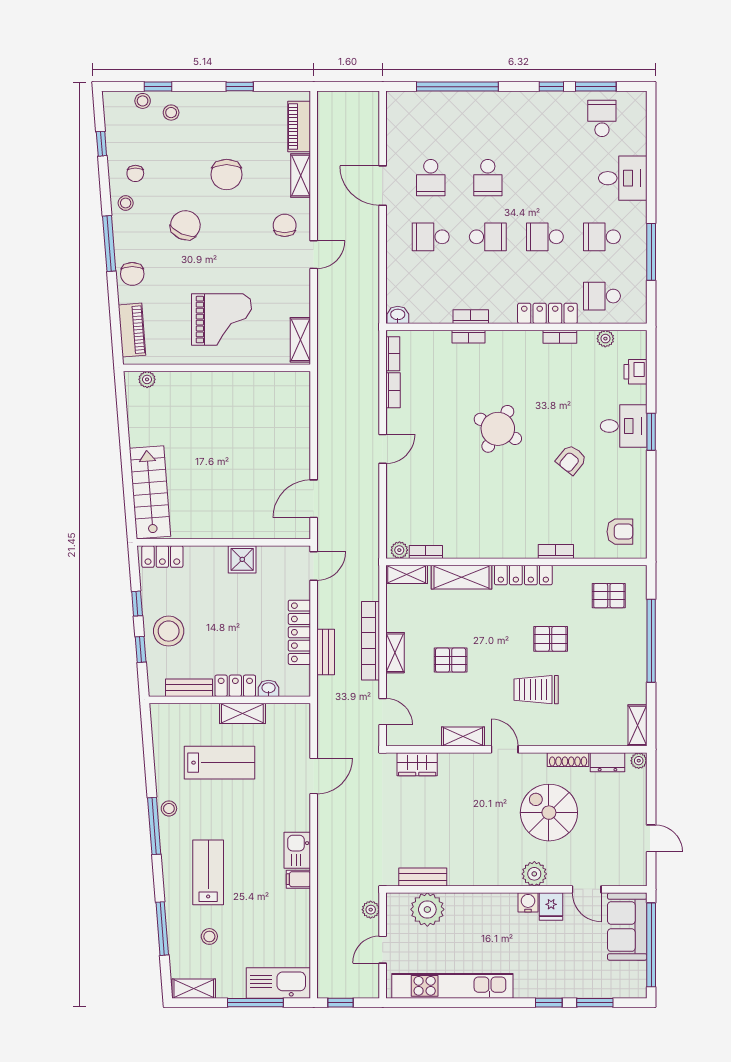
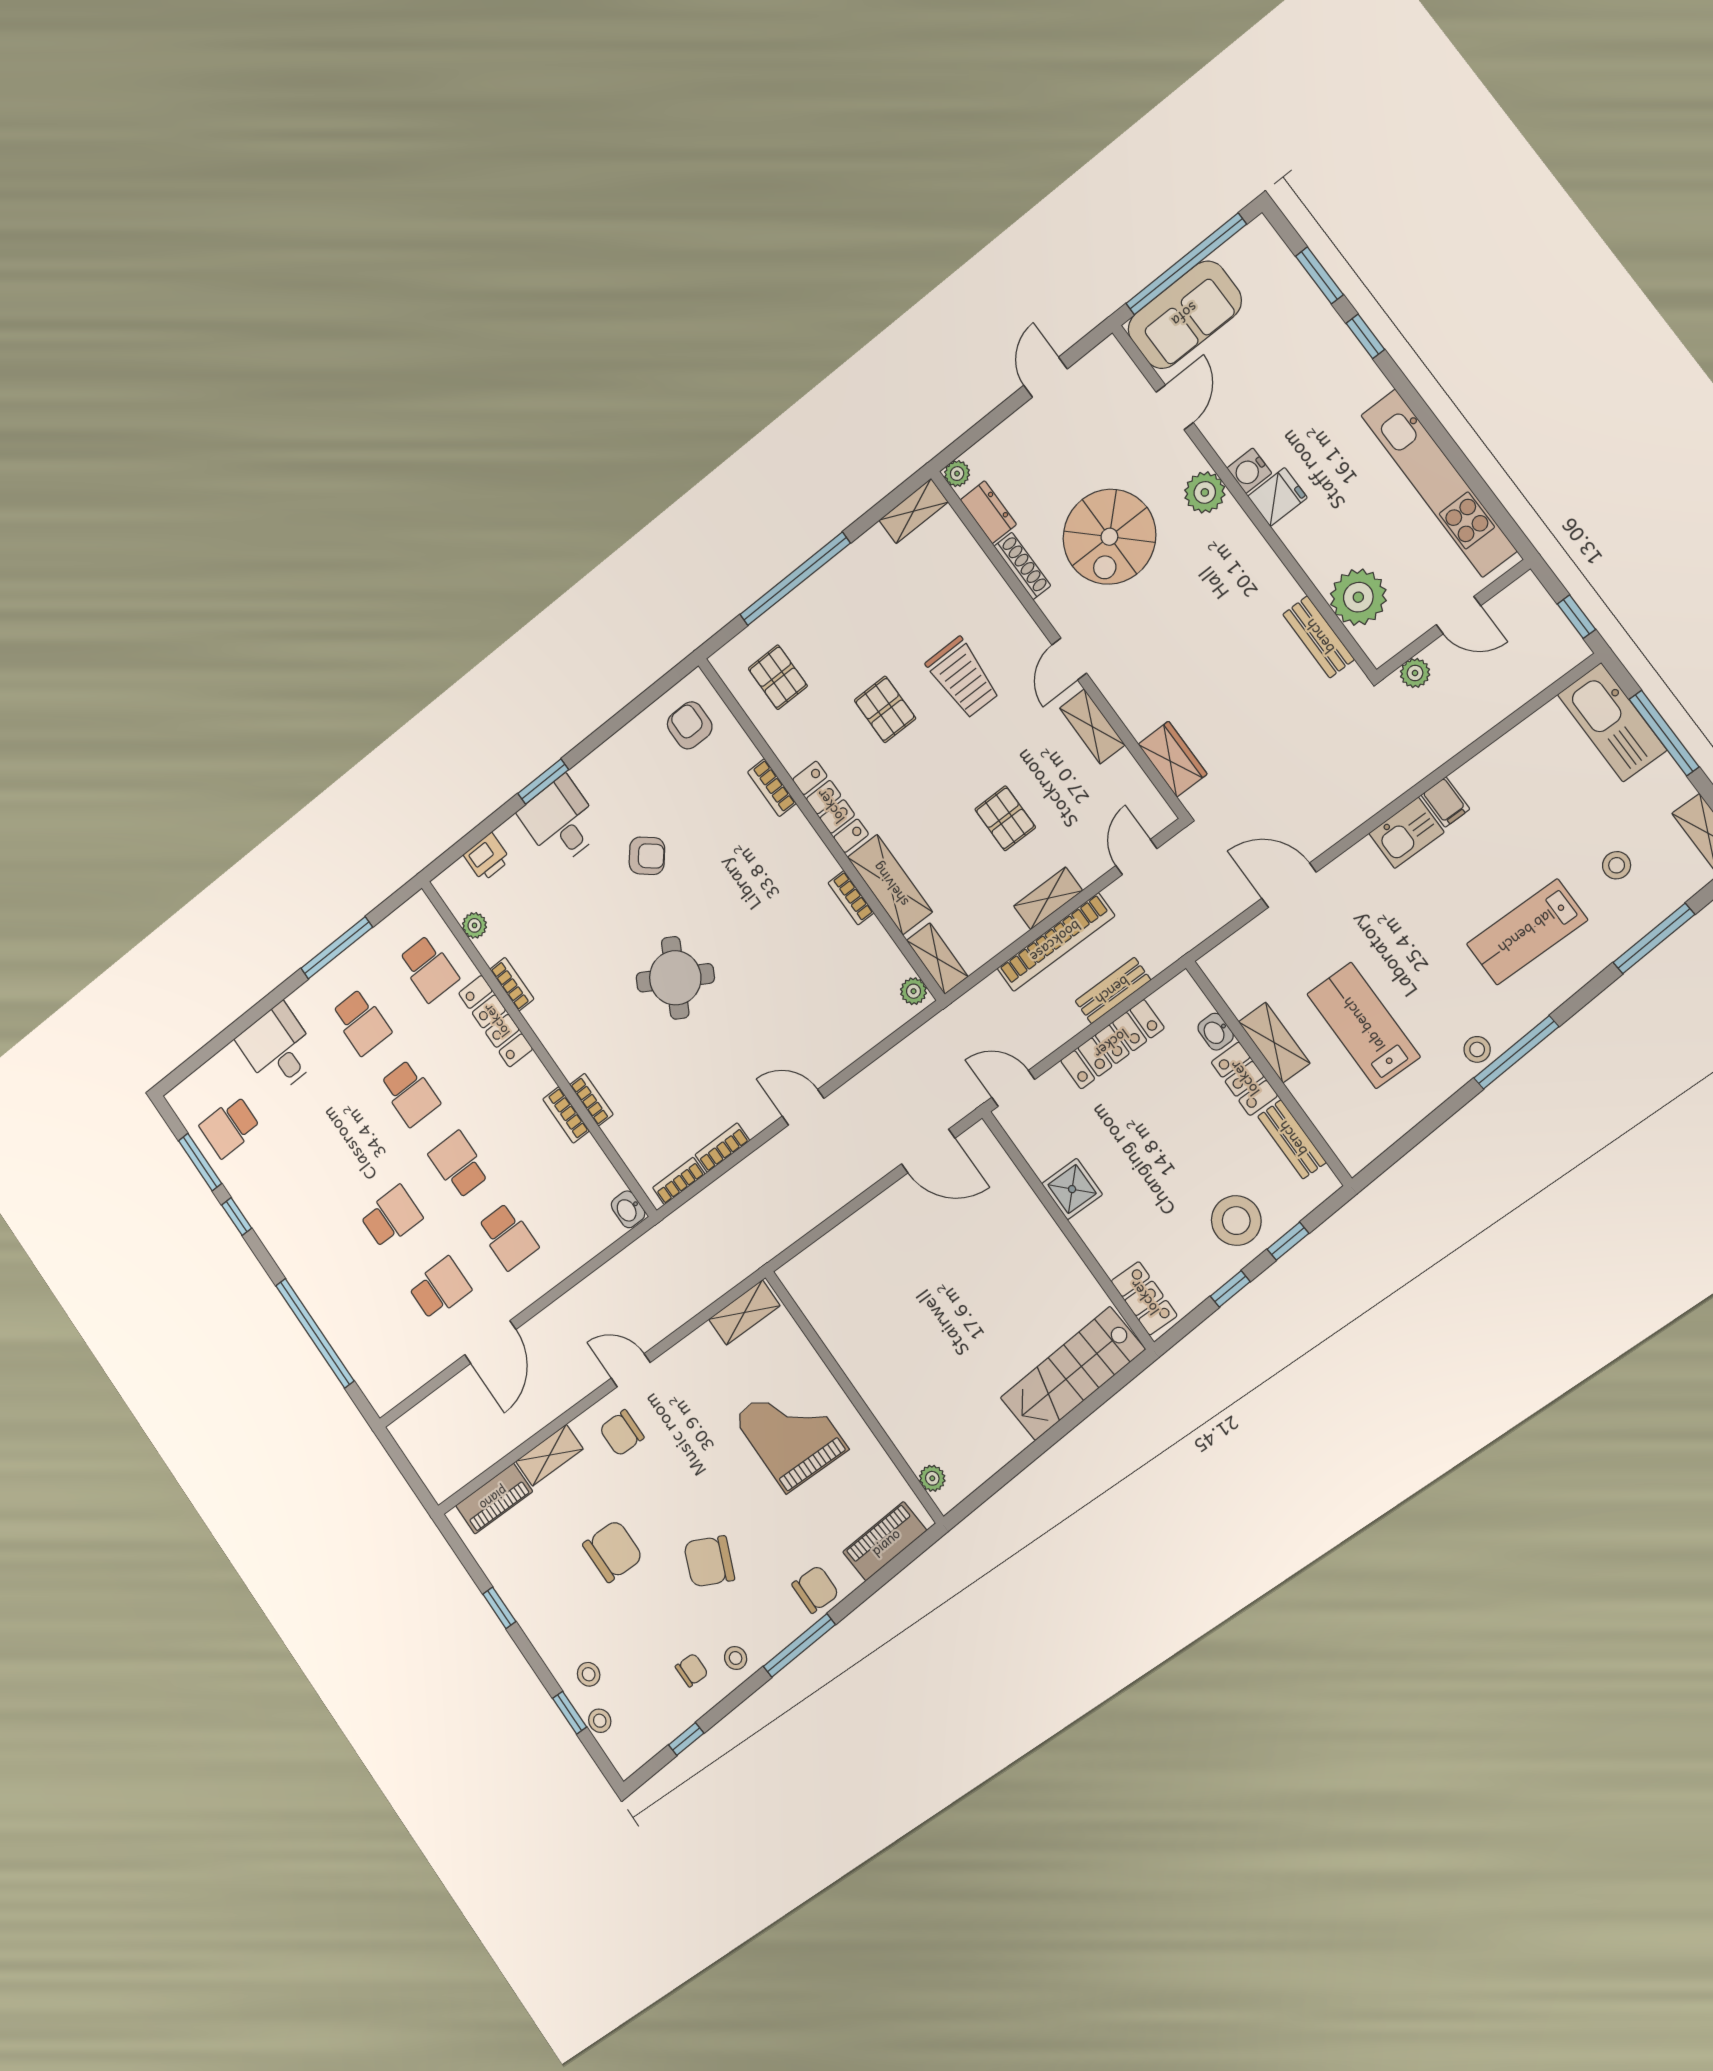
bookcase: (426, 552) -> (851, 898), moved
fridge: (551, 907) -> (1277, 497), moved

